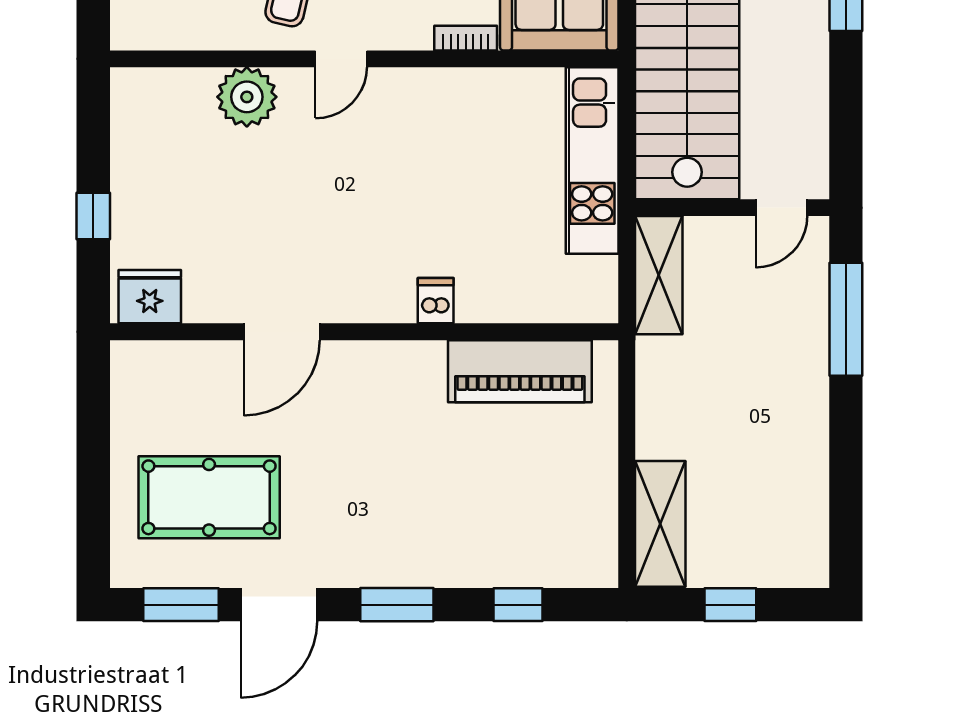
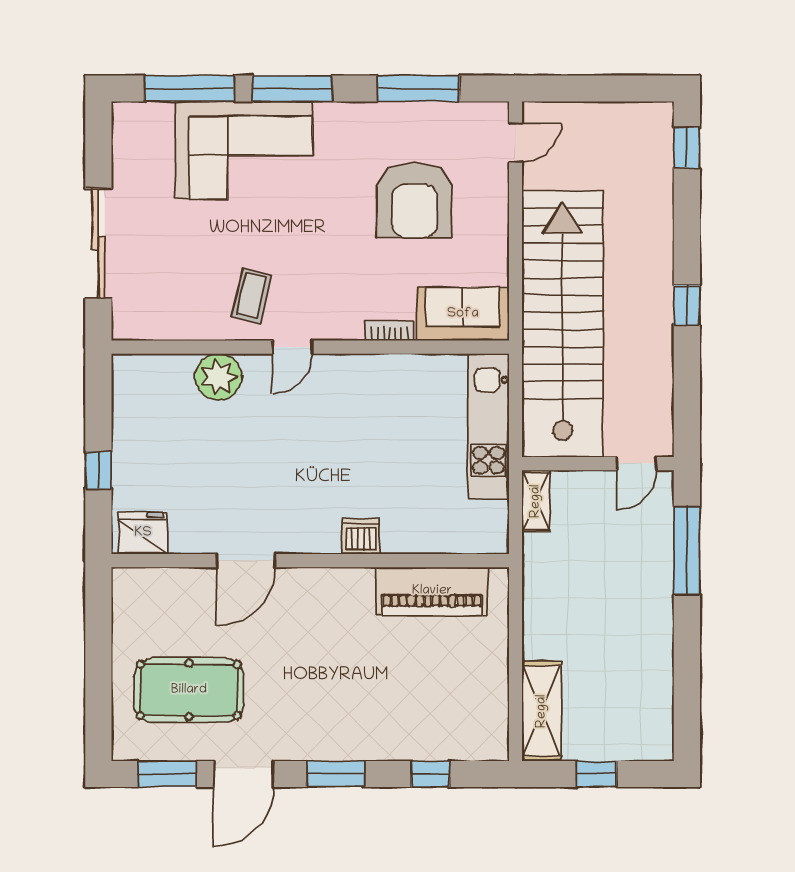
shelving: (659, 275) -> (536, 501), width x0.67, depth x0.75
dishwasher: (436, 301) -> (361, 536), width x1.38

